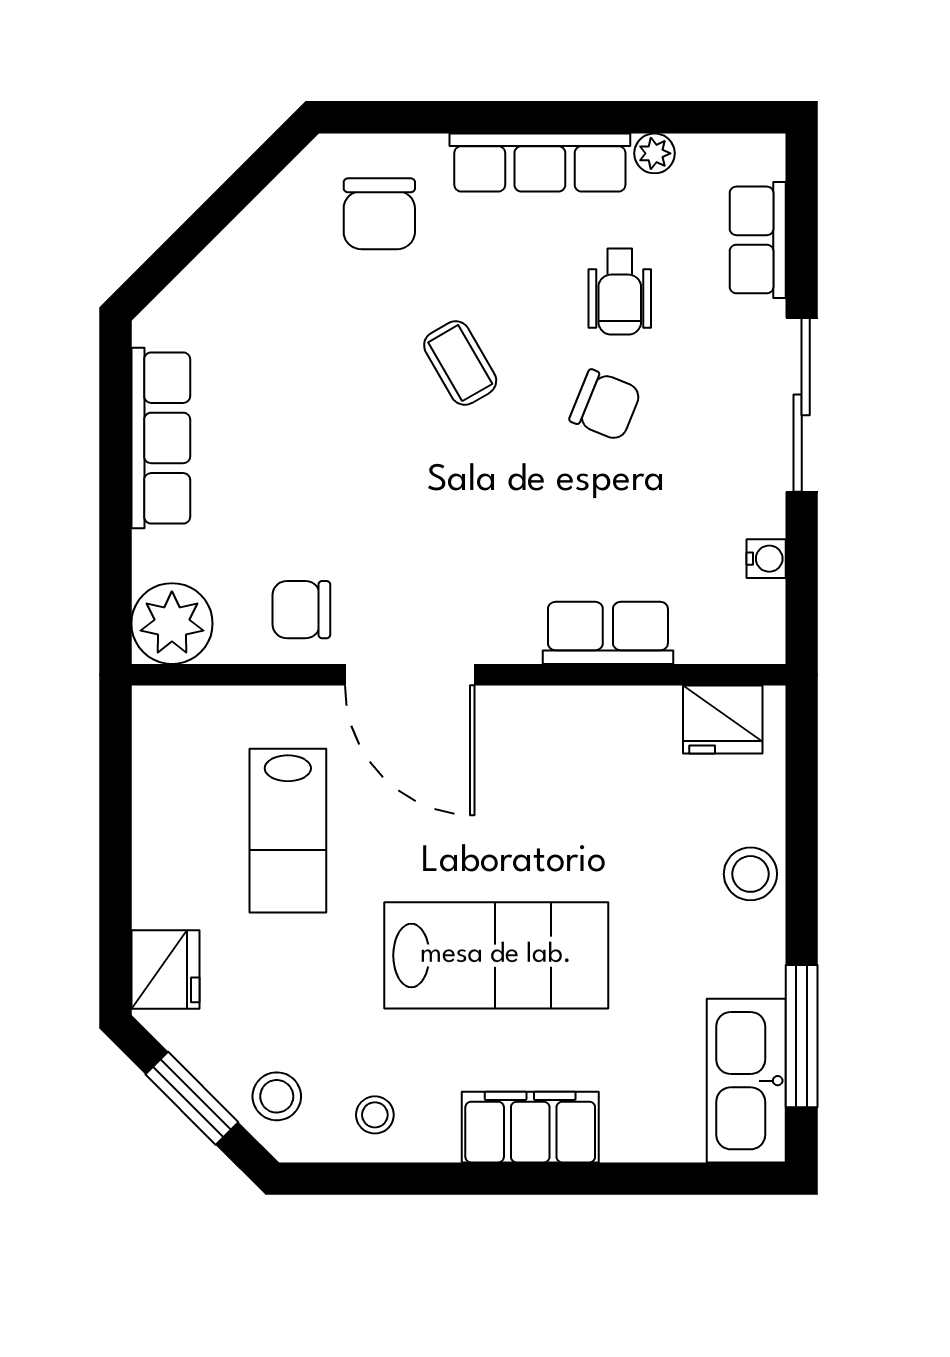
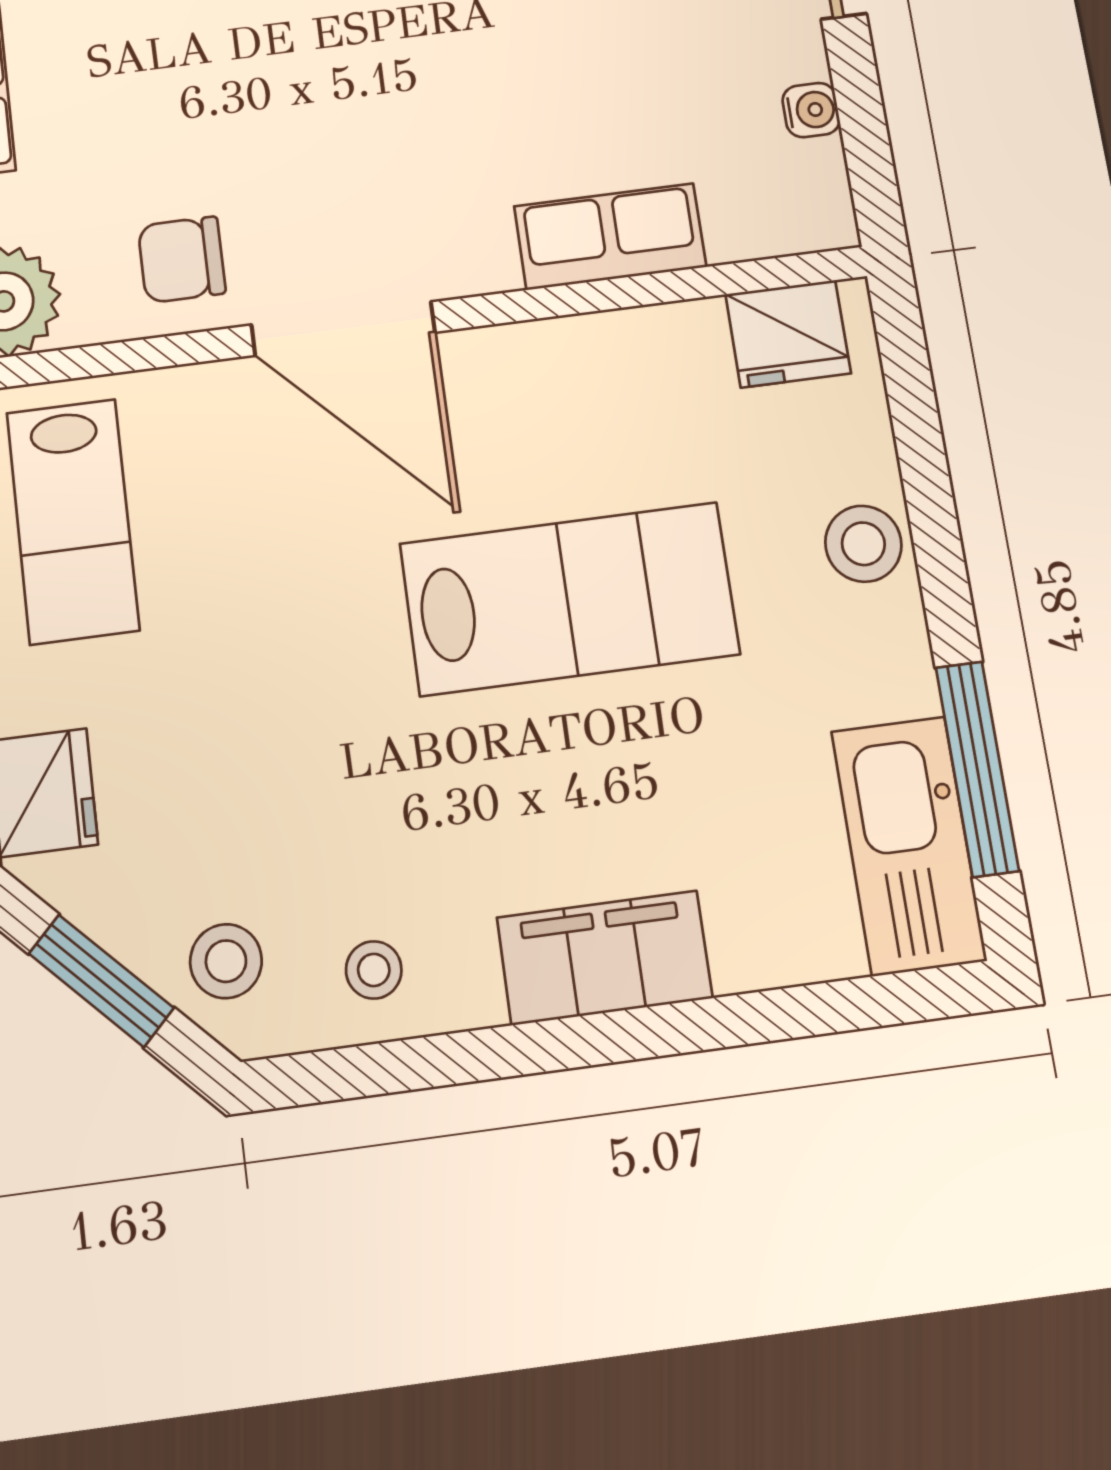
lab bench: (288, 831) -> (73, 521), moved
lab bench: (496, 955) -> (569, 599), moved

